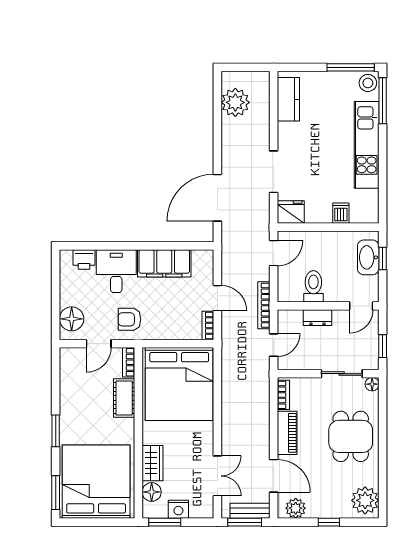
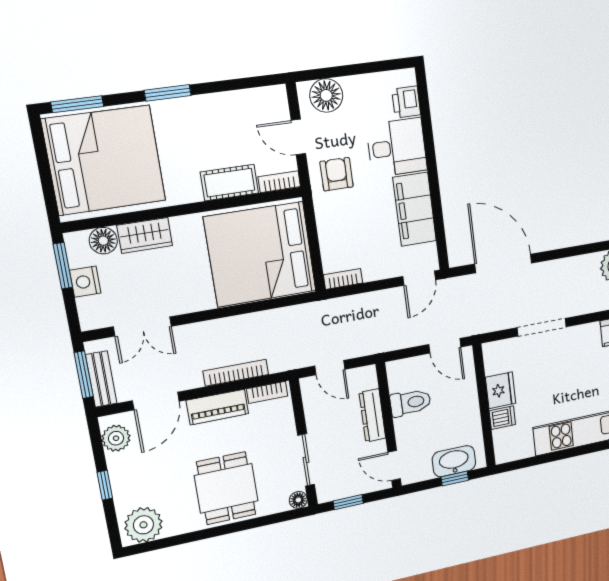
fridge: (291, 212) -> (501, 390), moved
door: (217, 298) -> (419, 278), moved
bookcase: (264, 305) -> (236, 373), moved
dresser: (317, 318) -> (372, 415), width x1.44
dining table: (351, 436) -> (226, 488), turned 90

